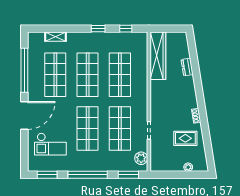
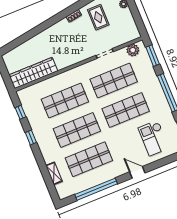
dresser: (187, 67) -> (33, 42), removed
door: (24, 116) -> (137, 172), width x0.53
checkout: (50, 144) -> (154, 138), turned 180

